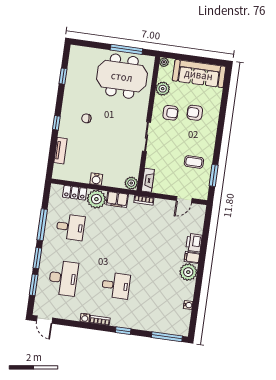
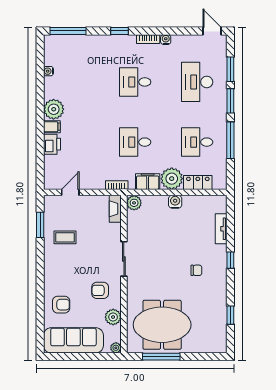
armchair: (195, 113) -> (61, 305), moved
desk: (123, 234) -> (135, 142), added

